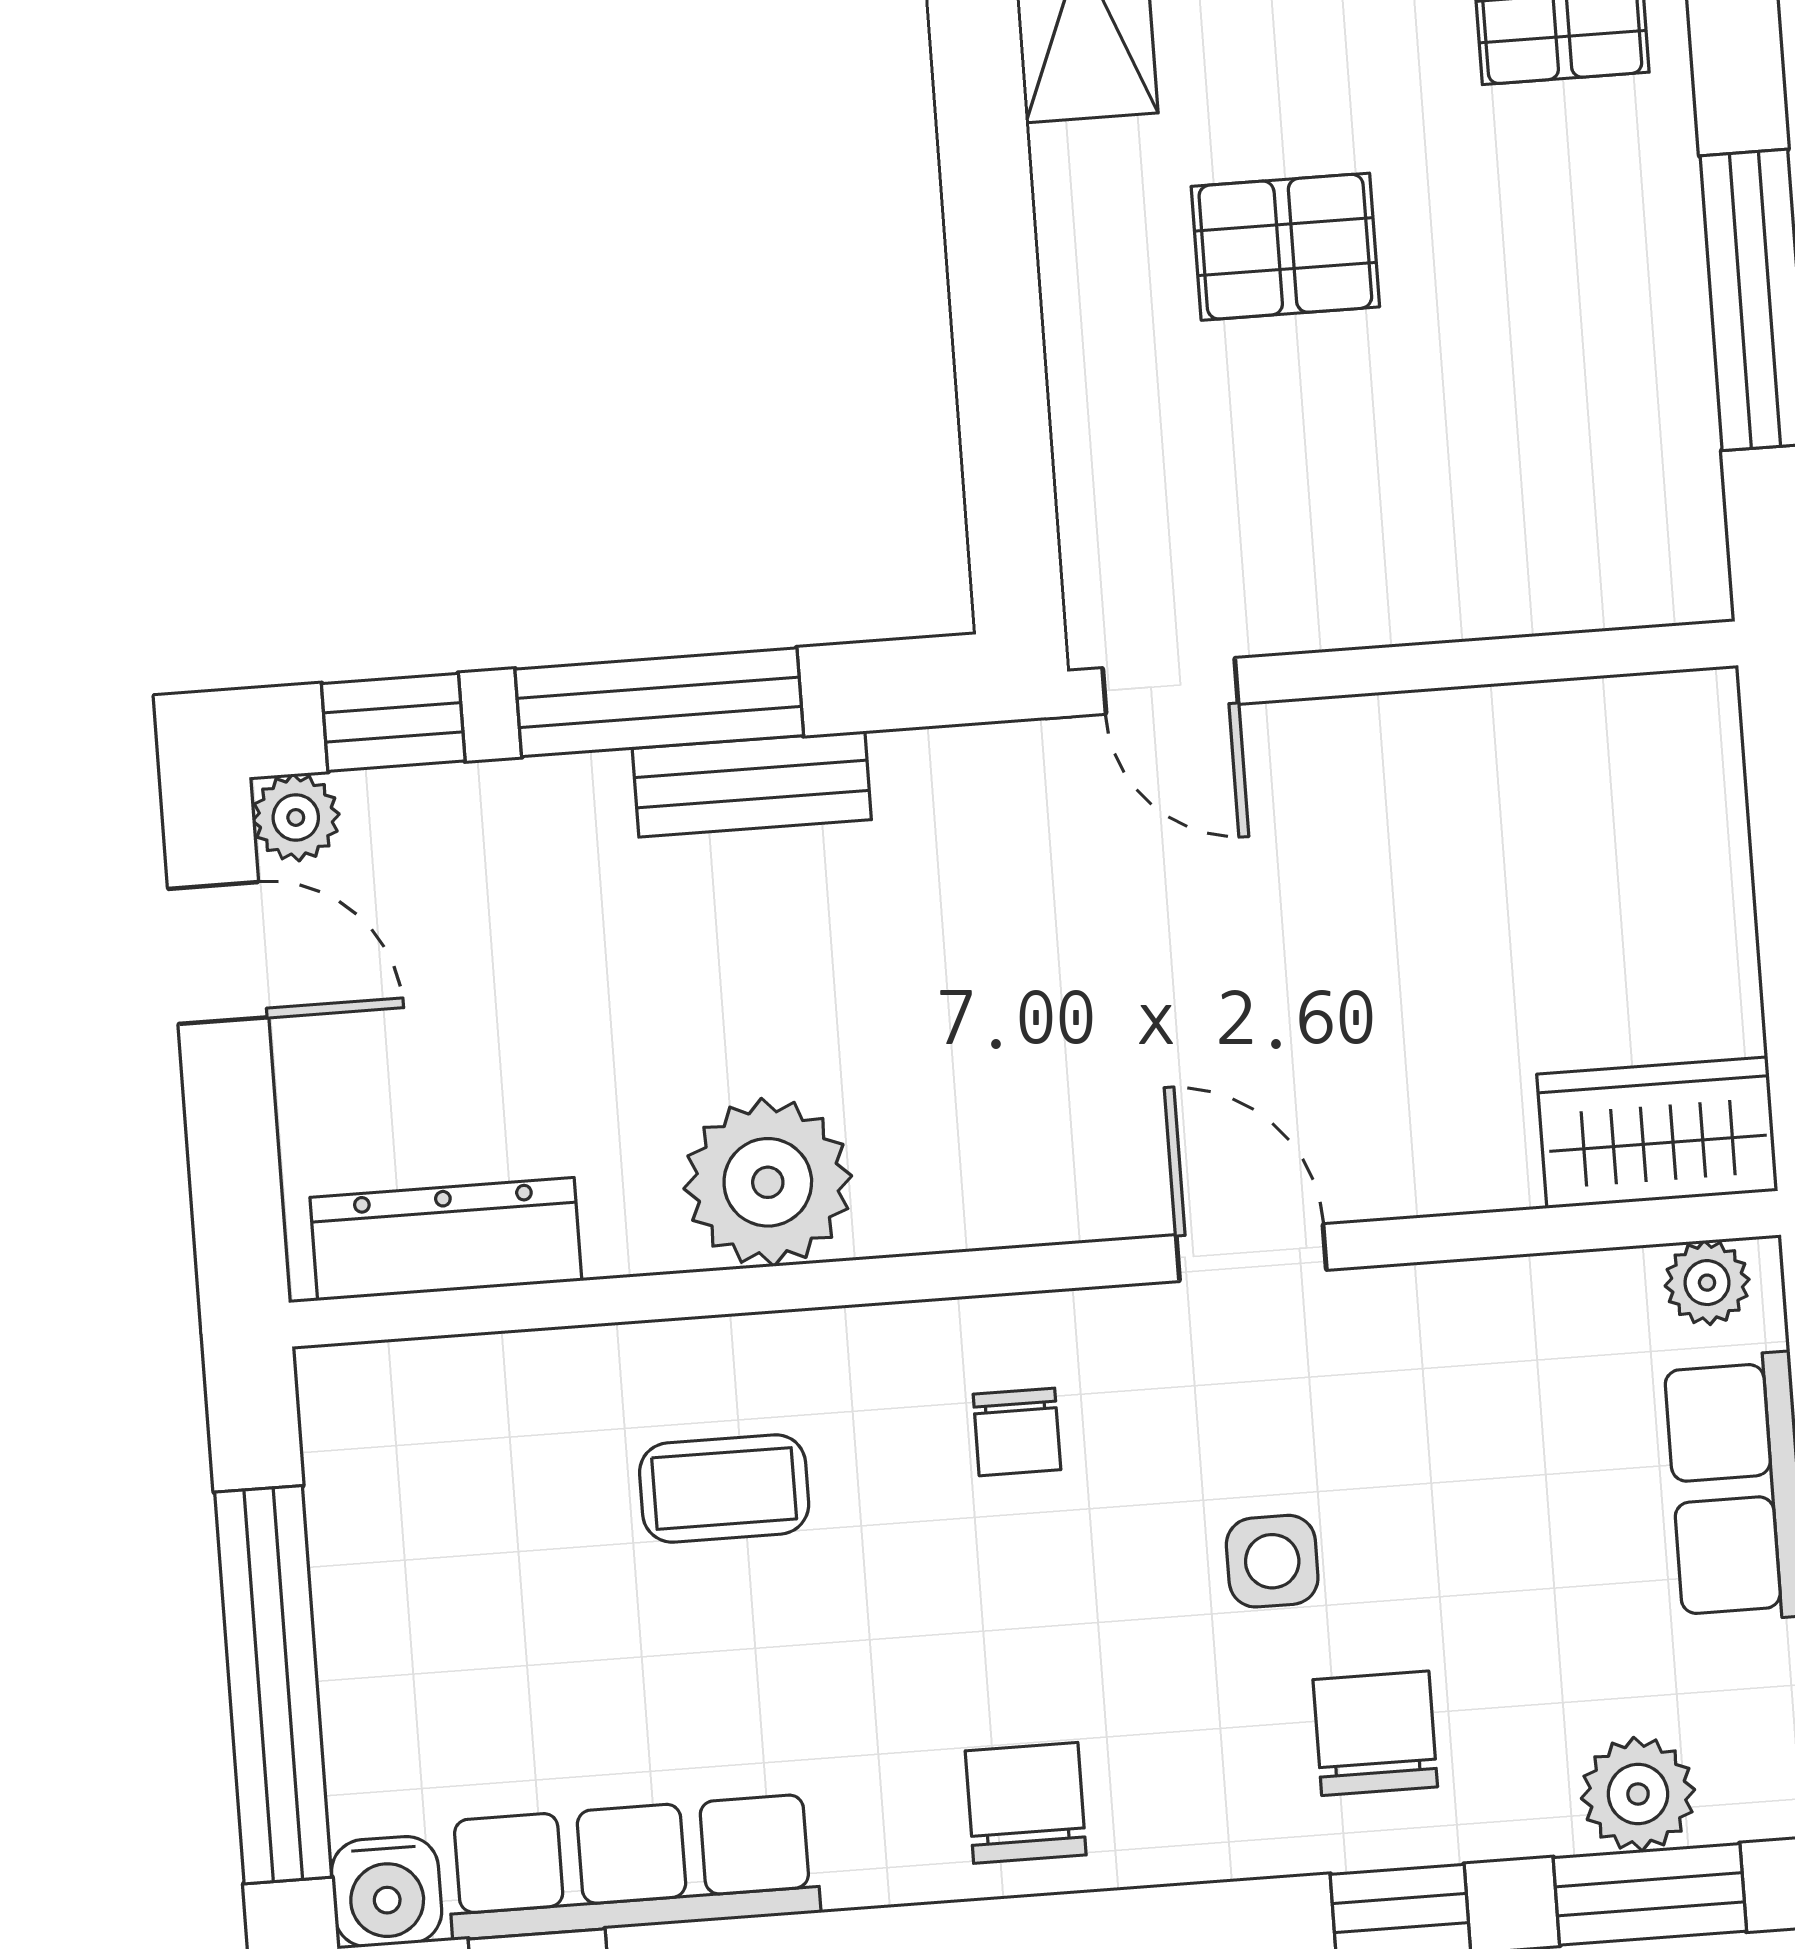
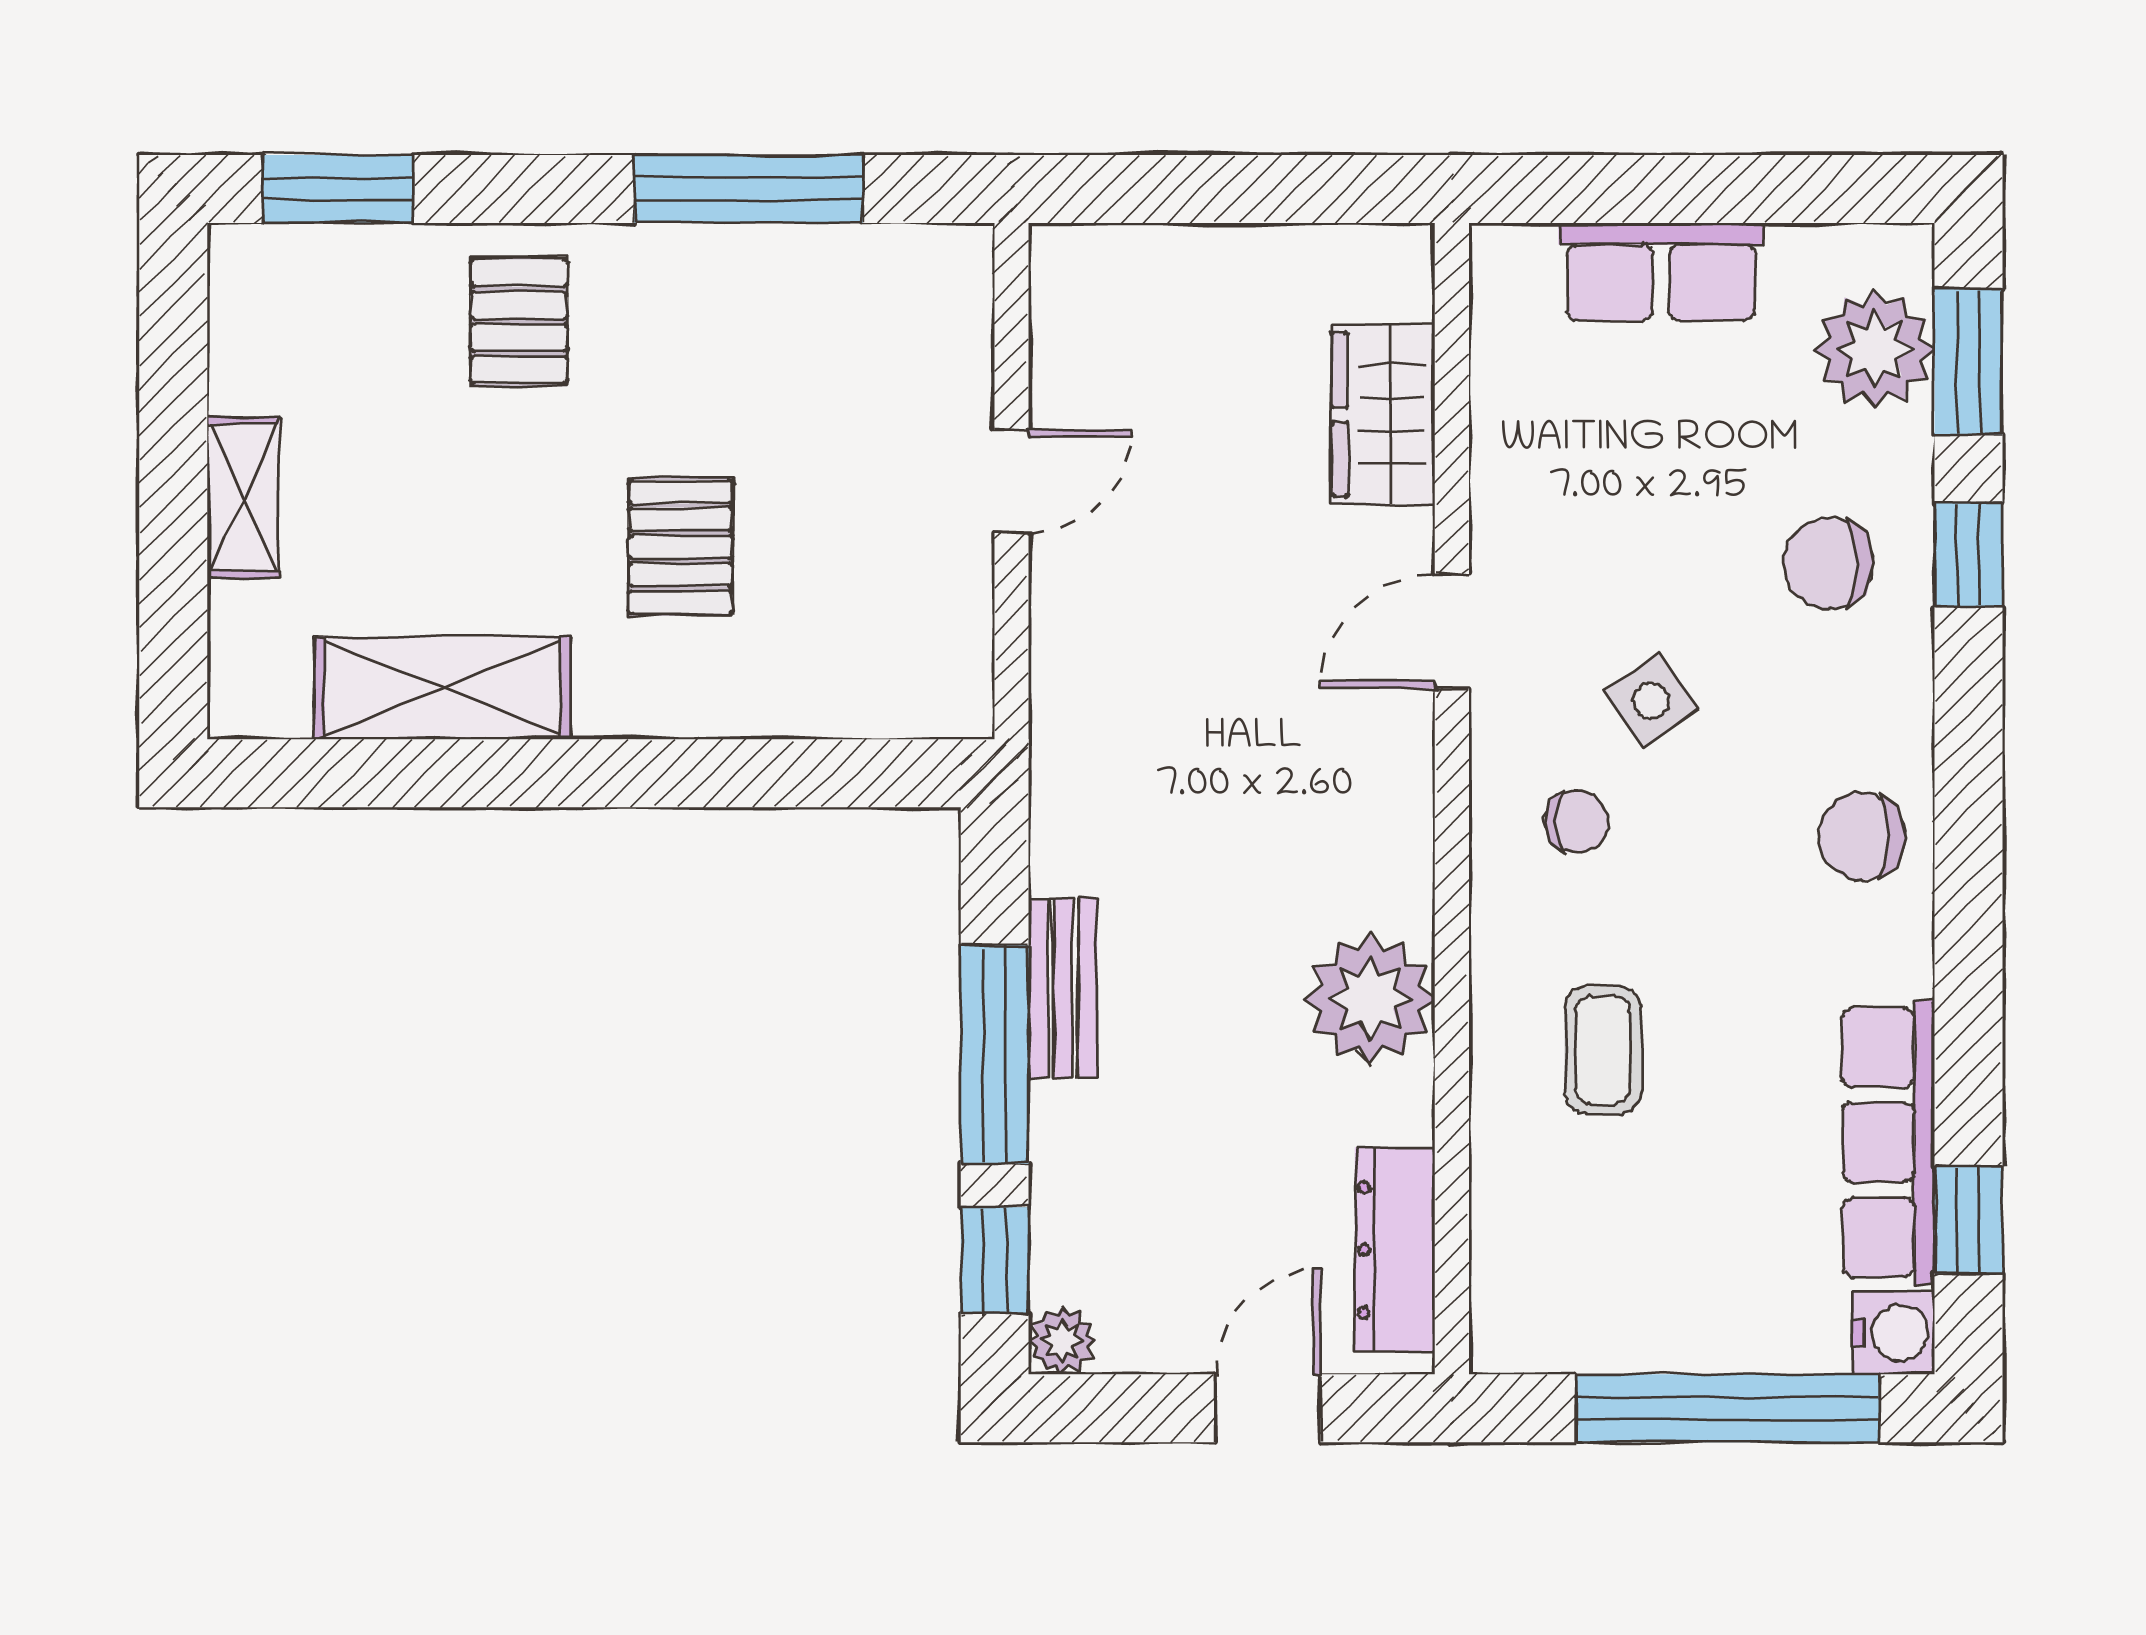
door: (1170, 686) -> (1012, 481), moved
door: (218, 953) -> (1268, 1408), moved
wardrobe: (1657, 1133) -> (1383, 415), moved
plant: (1707, 1283) -> (1501, 283), removed
side table: (1272, 1561) -> (1651, 701), moved, turned -35
plant: (1638, 1794) -> (1875, 349), width x1.36, depth x1.36

